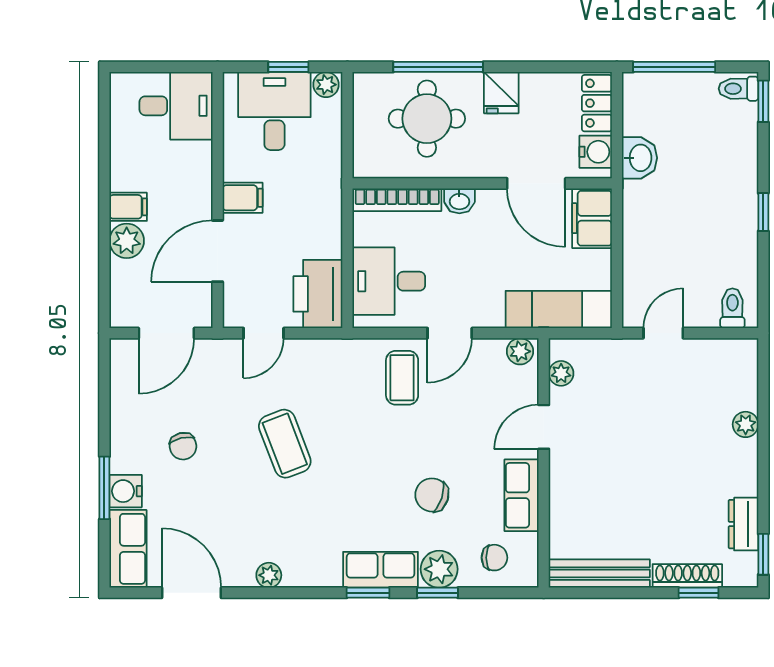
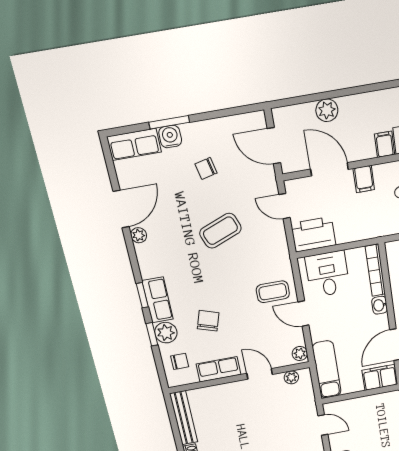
filing cabinet: (128, 207) -> (385, 144), moved, turned 180
chair: (494, 558) -> (180, 361), turned -90
door: (191, 593) -> (121, 209), moved

